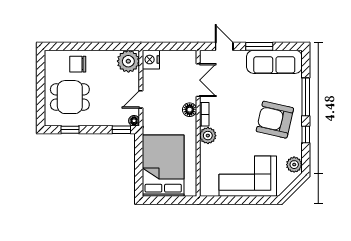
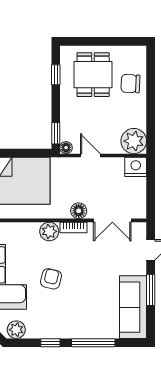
chair: (78, 64) -> (130, 84), turned -87
armchair: (275, 120) -> (51, 279), moved, width x0.53, depth x0.53

